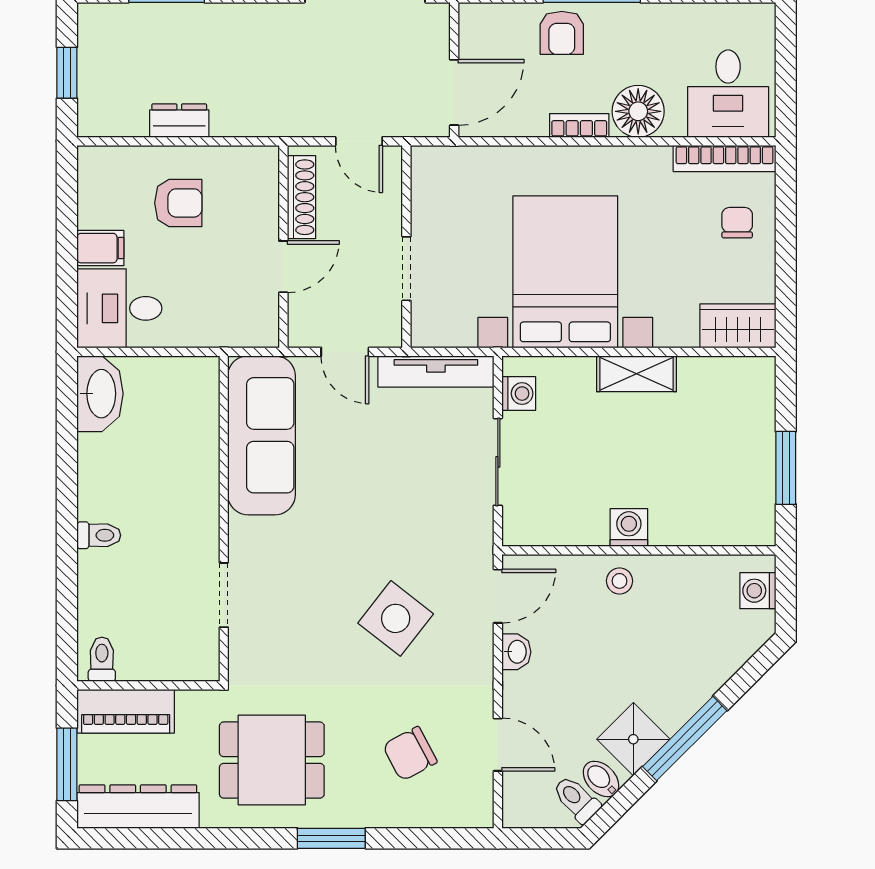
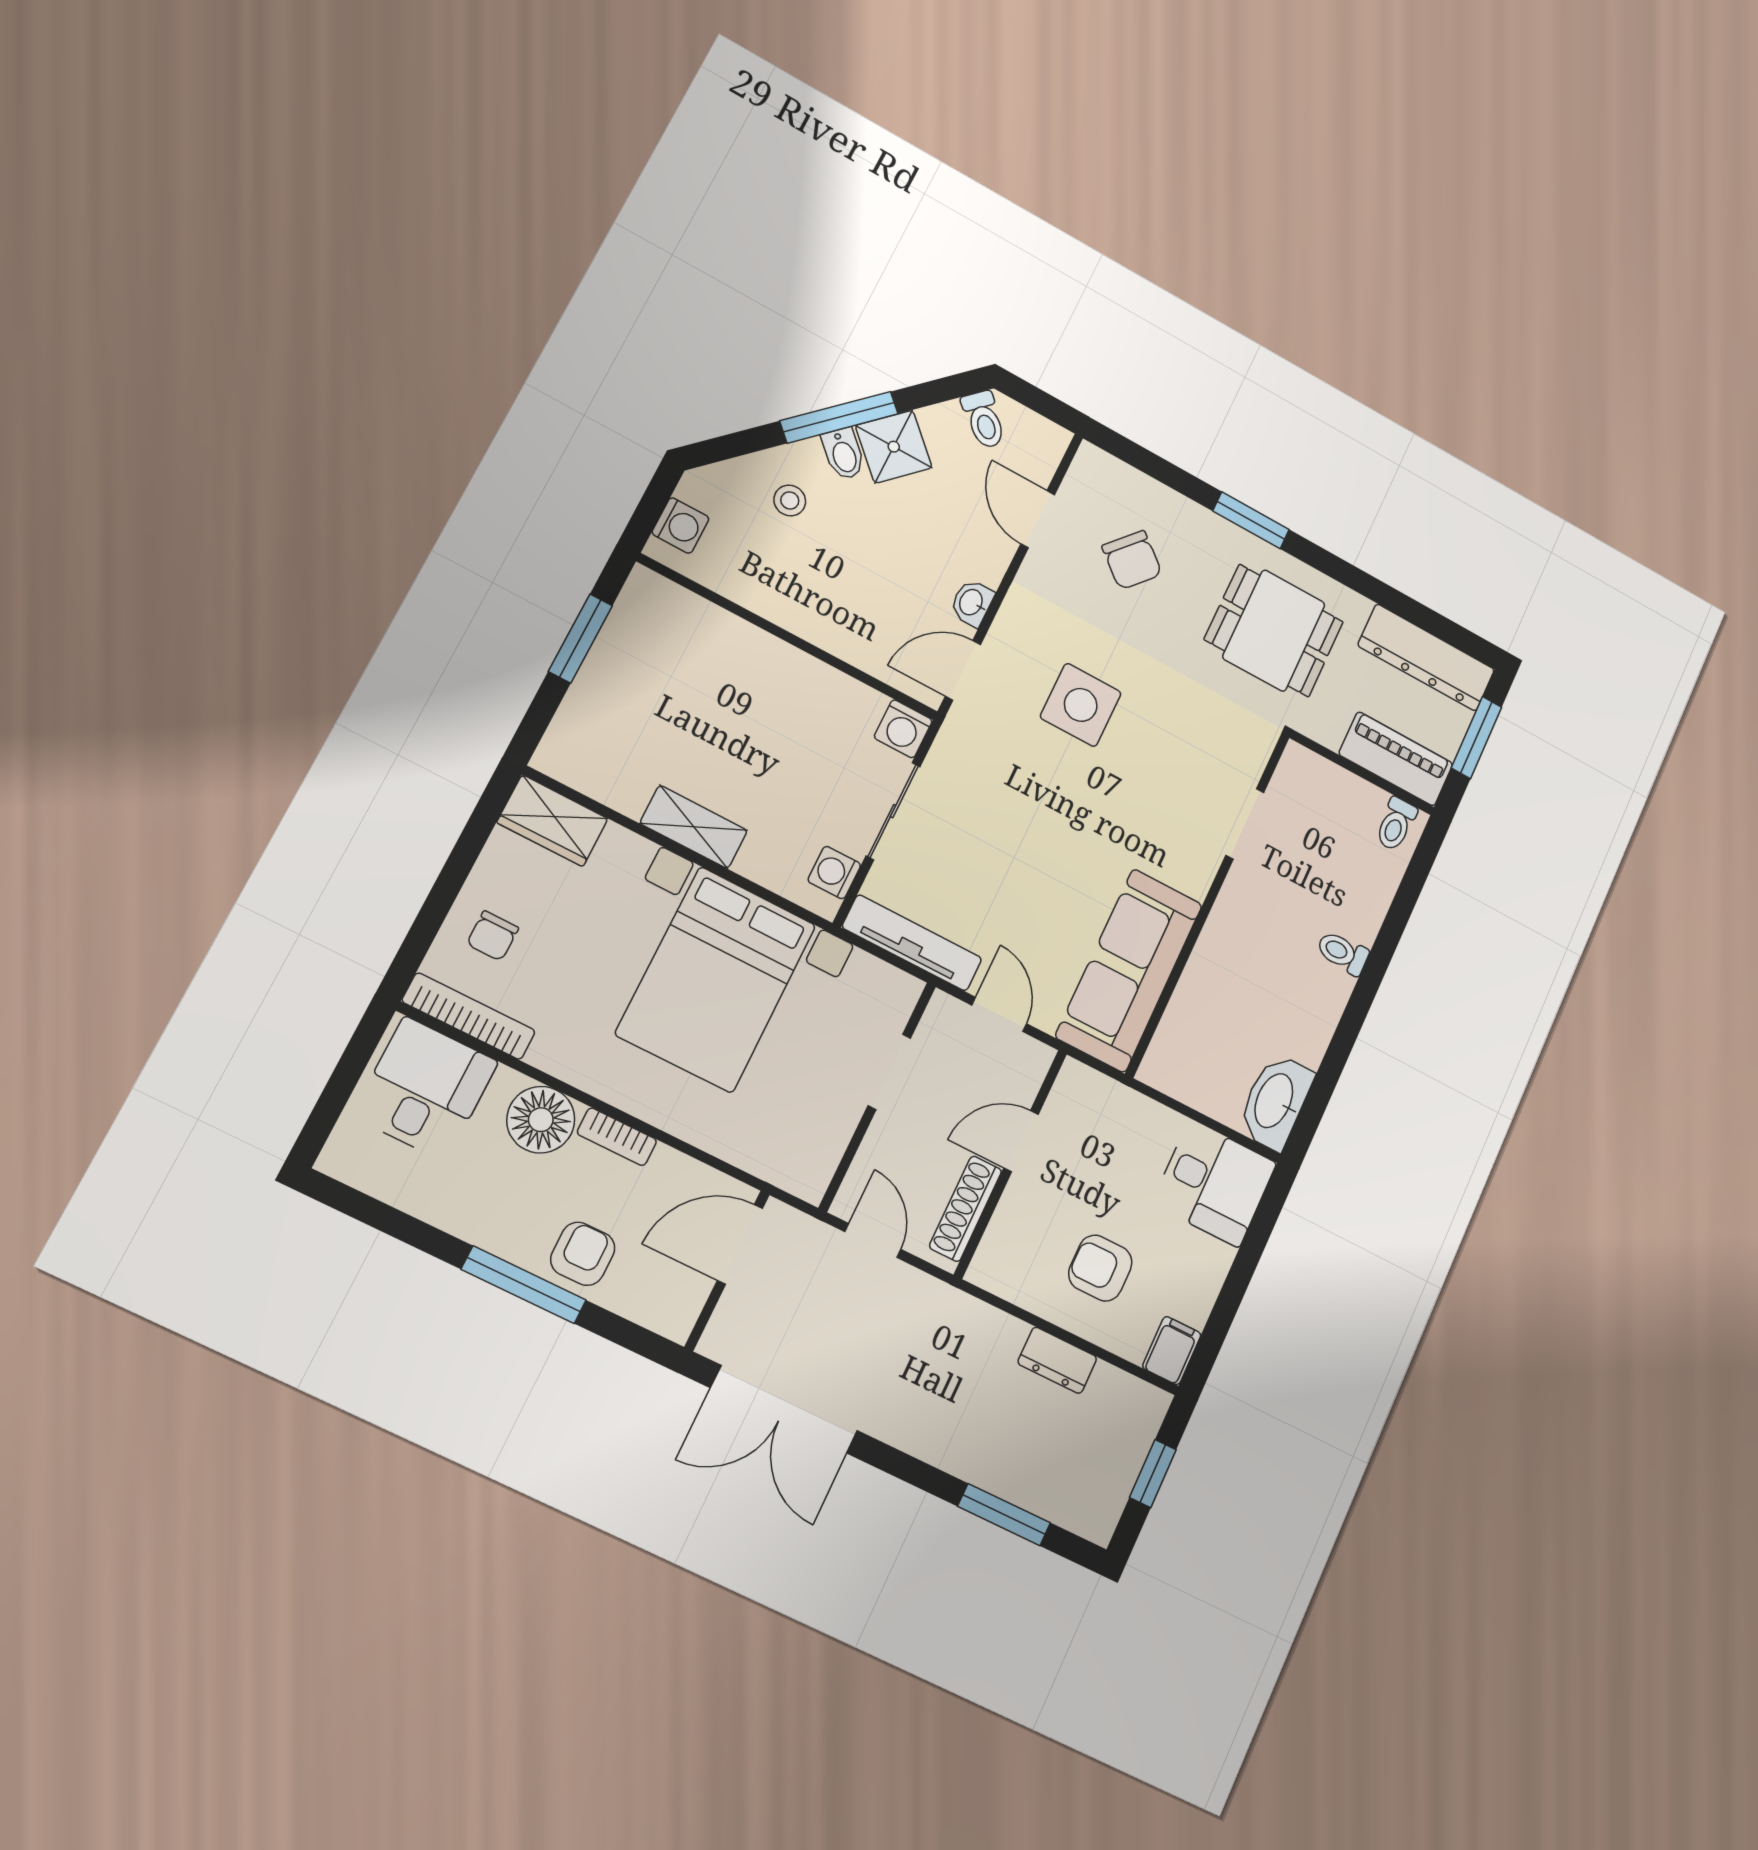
filing cabinet: (100, 248) -> (1172, 1351), moved, turned 90
washing machine: (629, 528) -> (903, 729), moved
stool: (620, 581) -> (790, 500), moved
side table: (396, 618) -> (1081, 705), turned -38
chair: (410, 754) -> (1132, 560), turned 69
bidet: (601, 779) -> (843, 454), moved

